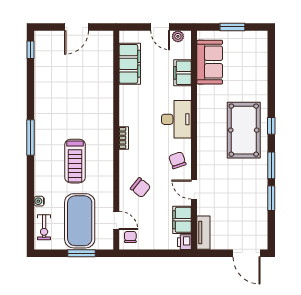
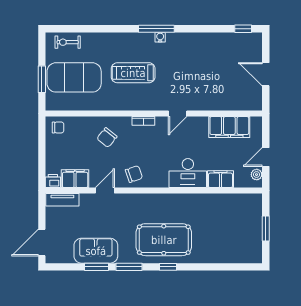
sofa: (210, 62) -> (96, 251), moved, turned 180
desk: (176, 119) -> (188, 173), moved
bookcase: (124, 138) -> (143, 121), moved
water cooler: (39, 201) -> (160, 37), moved
door: (116, 220) -> (178, 114), moved

